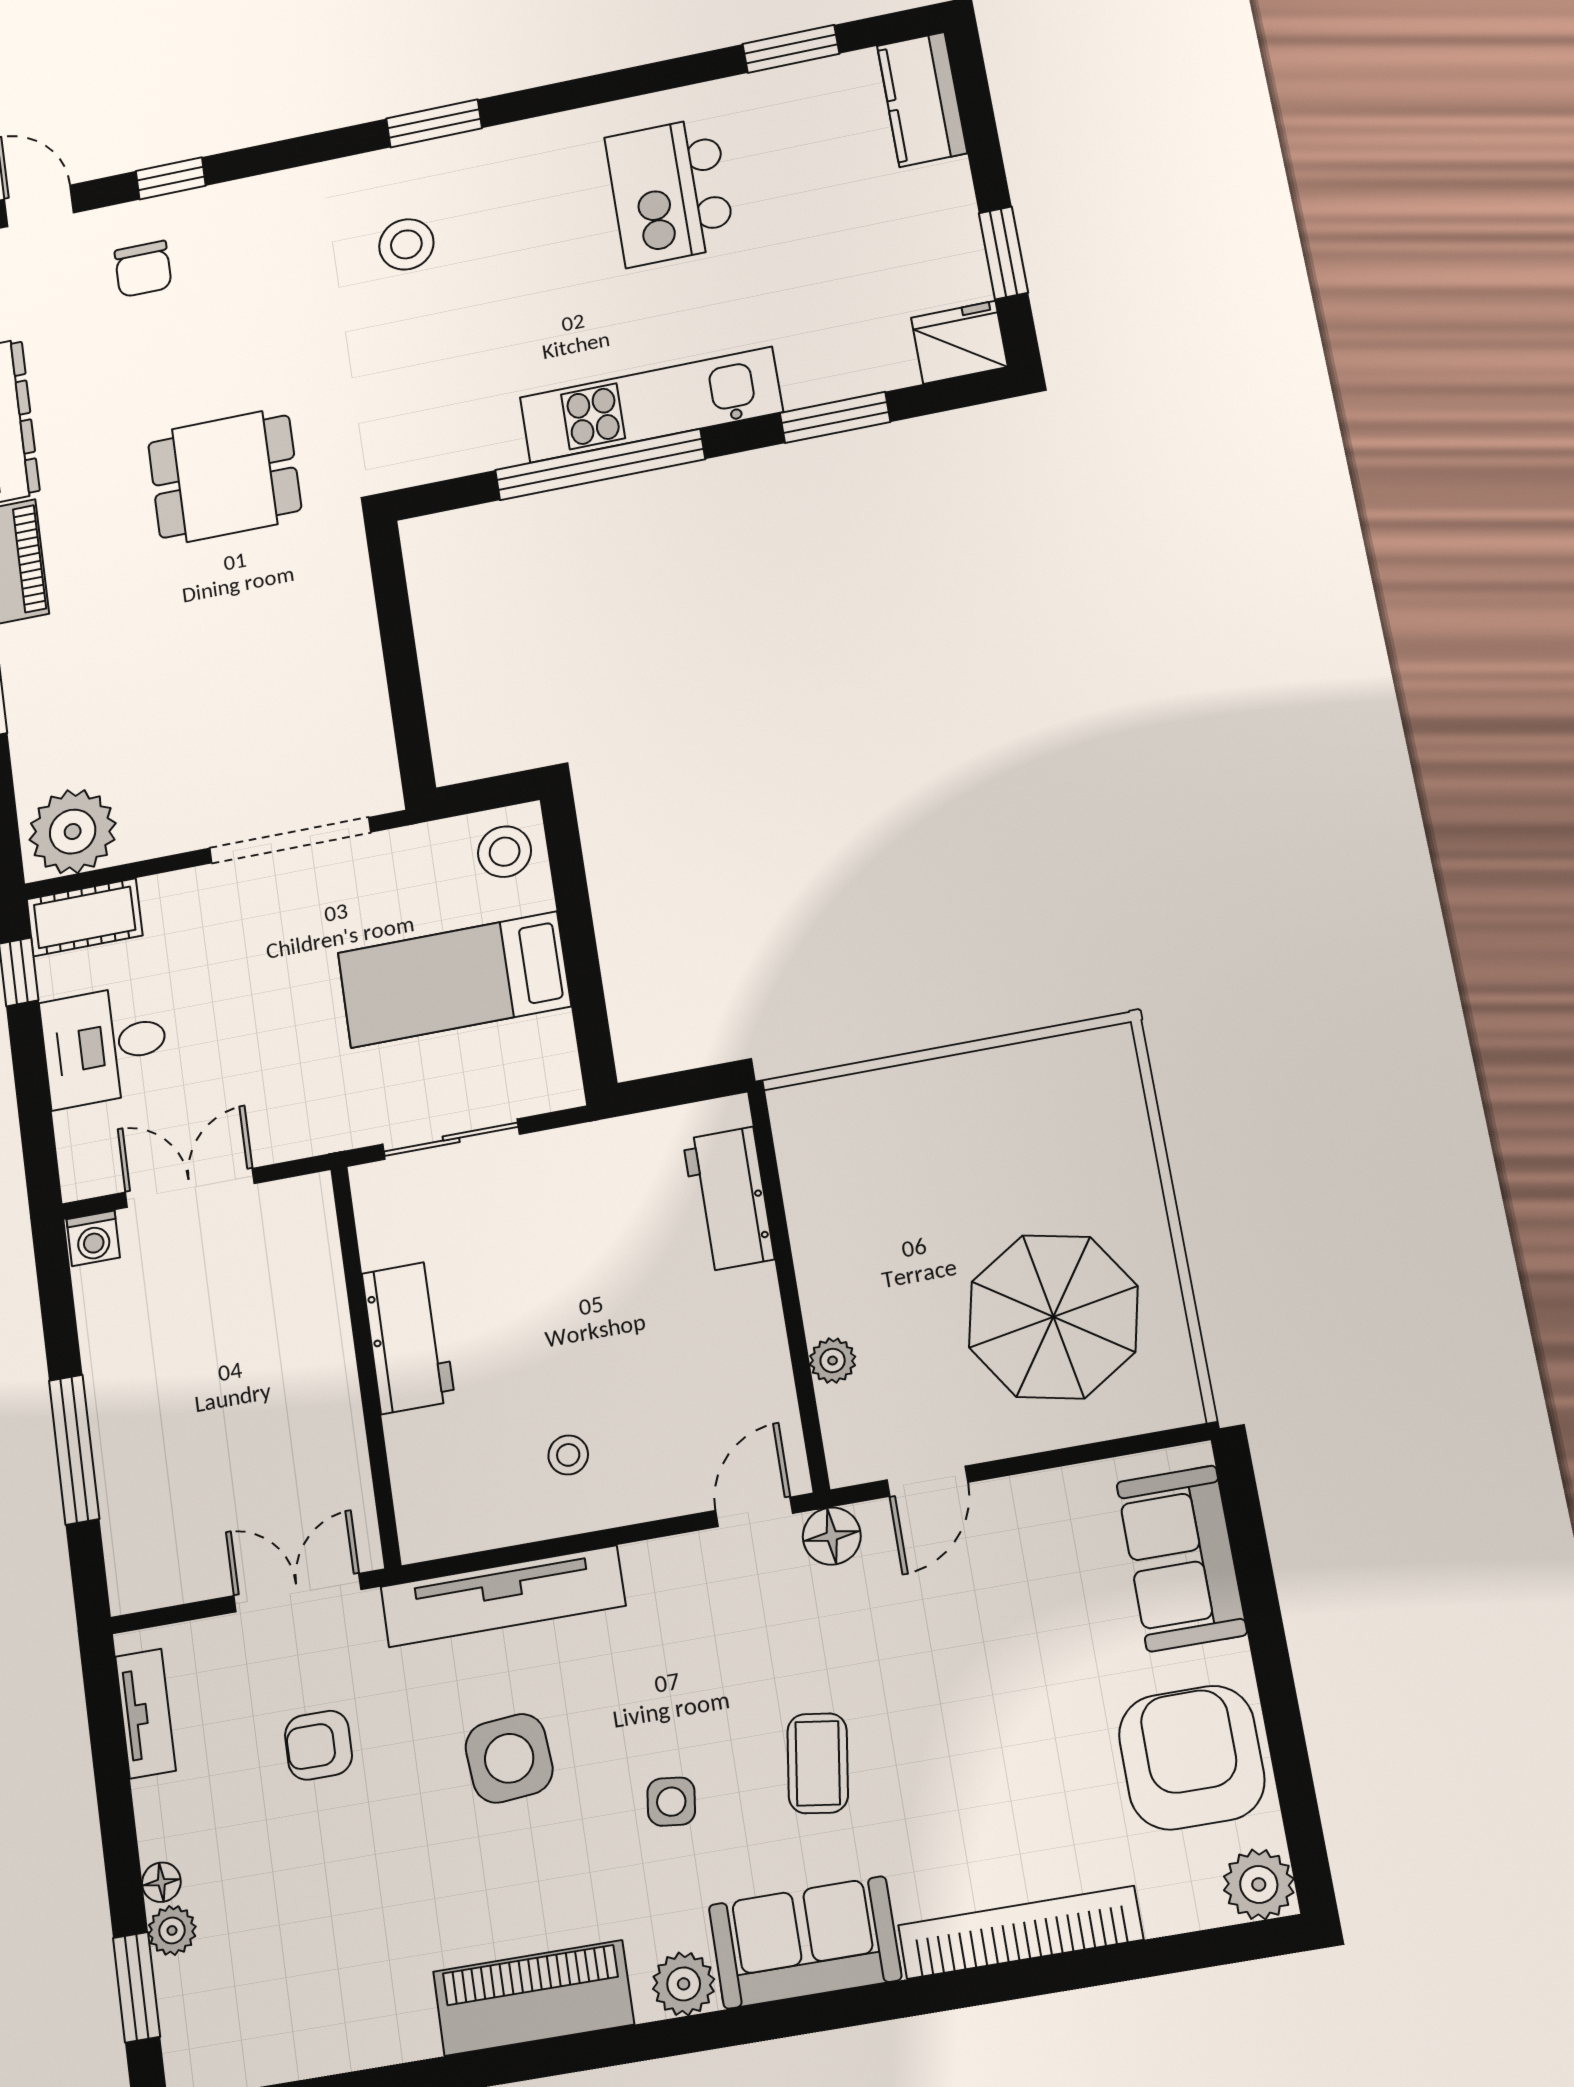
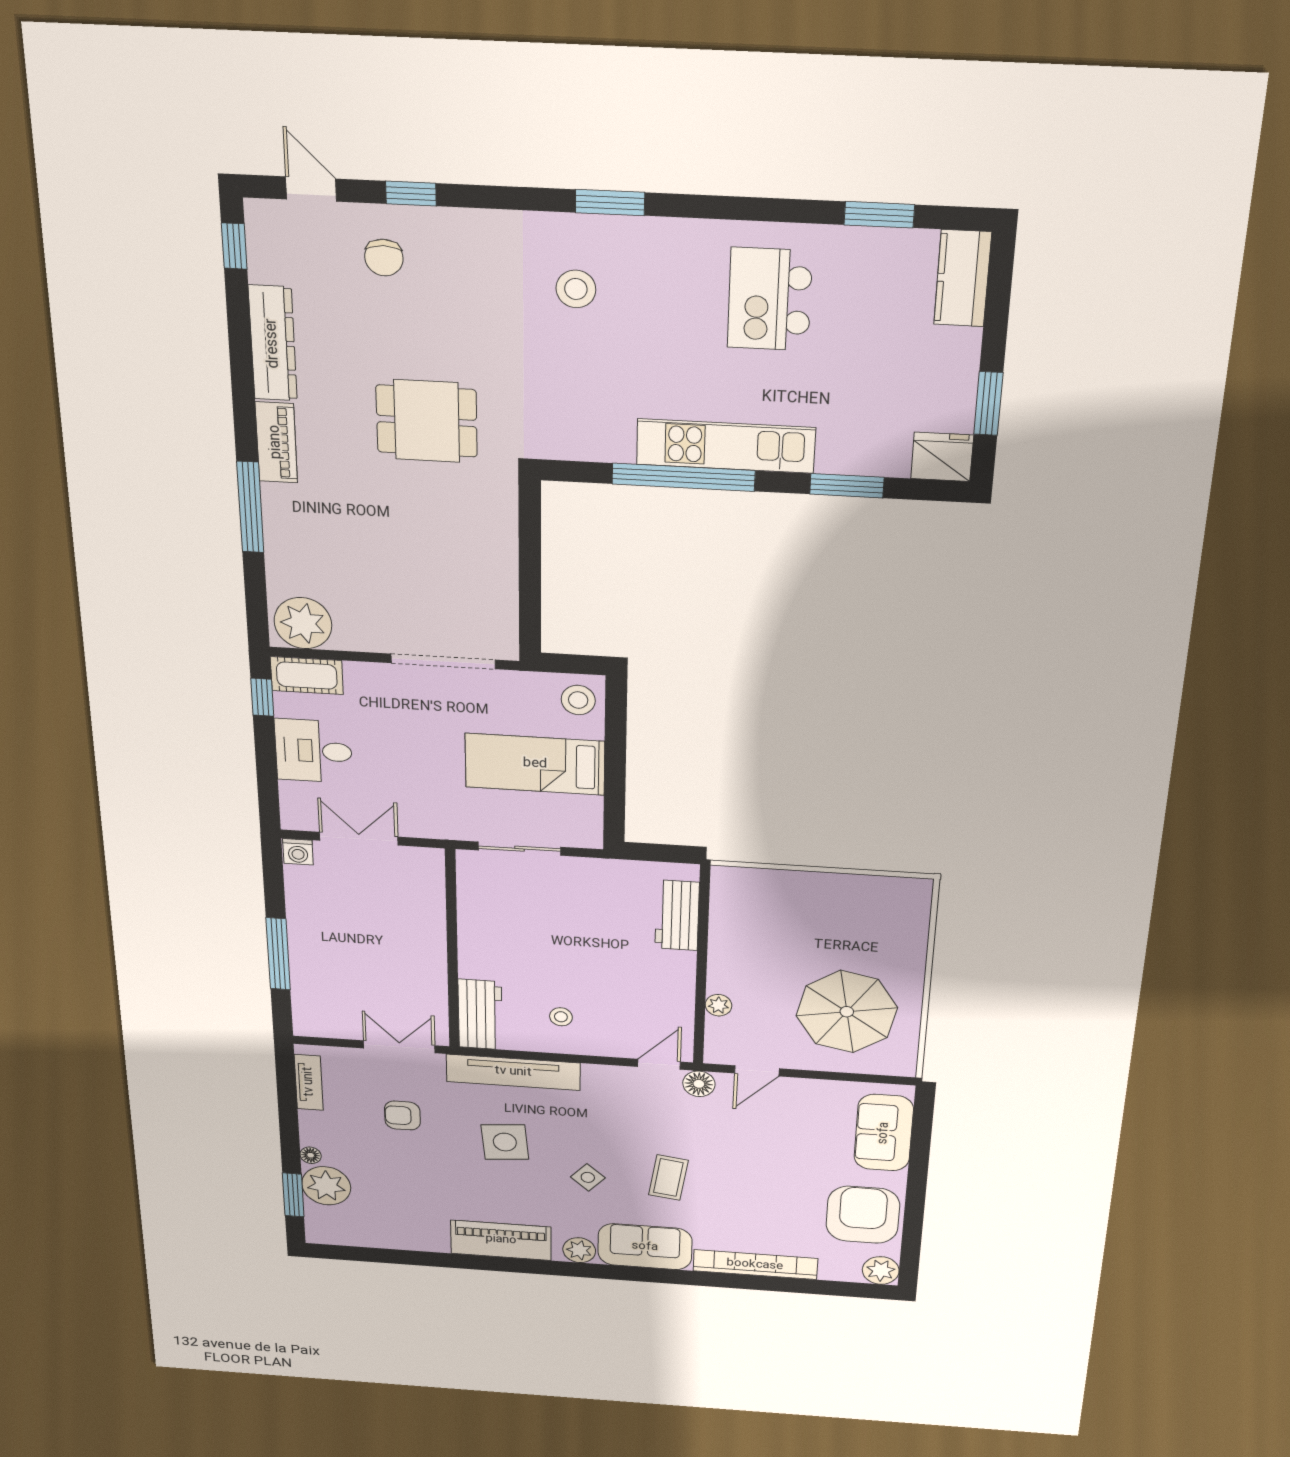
workbench: (408, 1337) -> (480, 1015), moved
side table: (671, 1802) -> (588, 1177), turned 35
plant: (172, 1930) -> (326, 1186), width x1.88, depth x1.88

